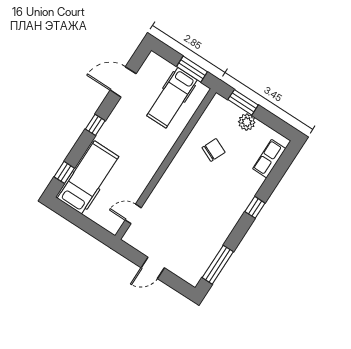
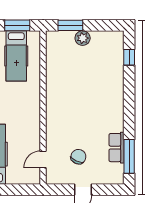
chair: (214, 150) -> (78, 157), moved
row of seats: (269, 159) -> (116, 148), moved
window: (255, 207) -> (129, 57), moved

